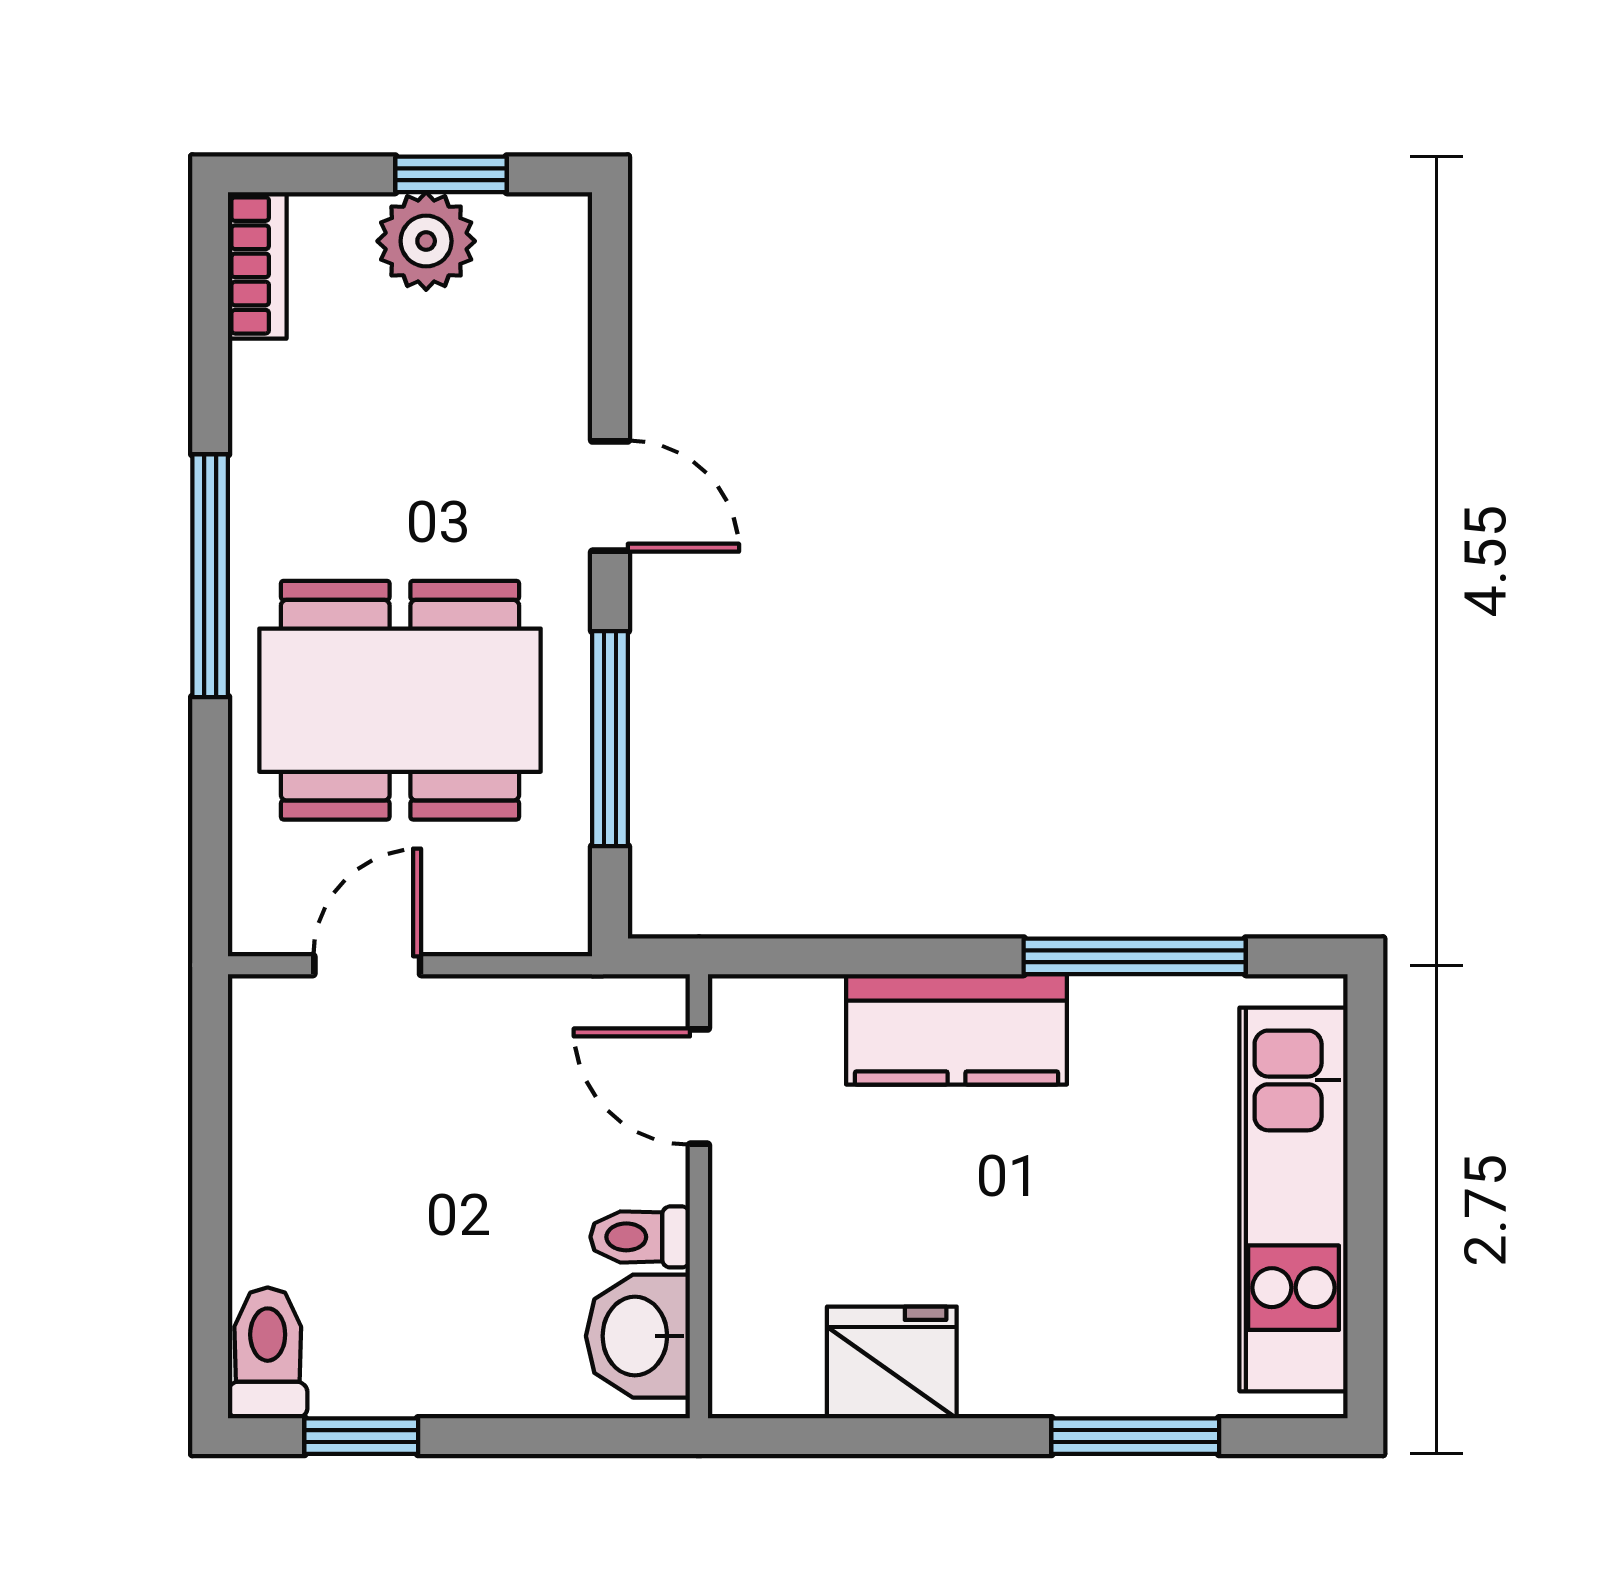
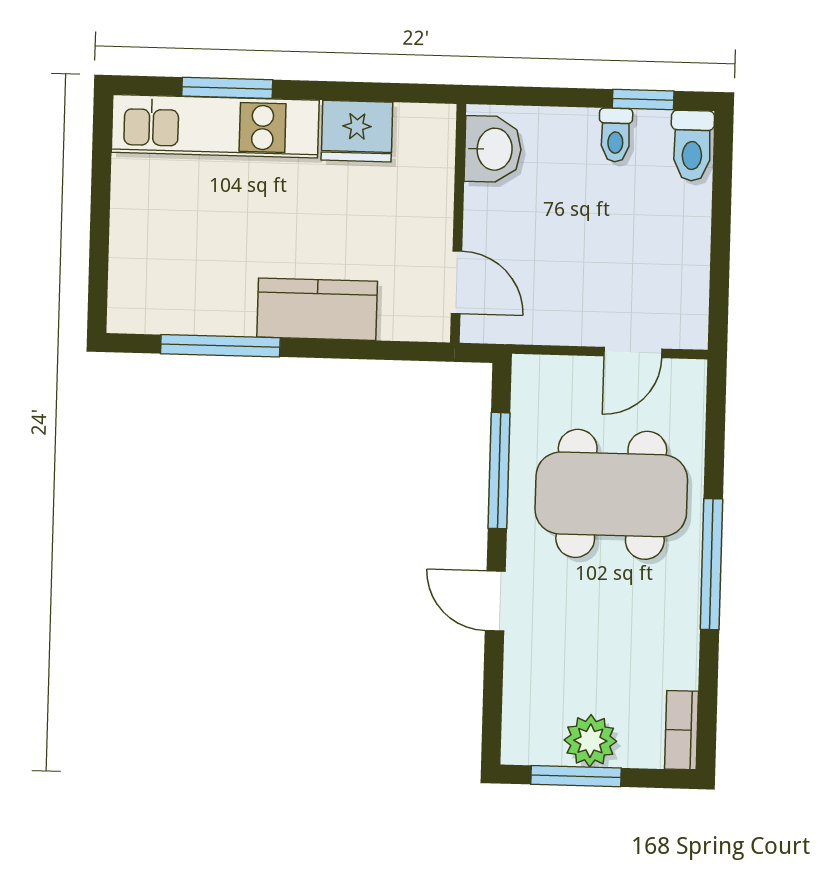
window: (451, 174) -> (576, 776), width x1.50
kitchen unit: (1293, 1199) -> (215, 126), moved, turned 90
toilet: (640, 1237) -> (615, 135), moved, turned 90

